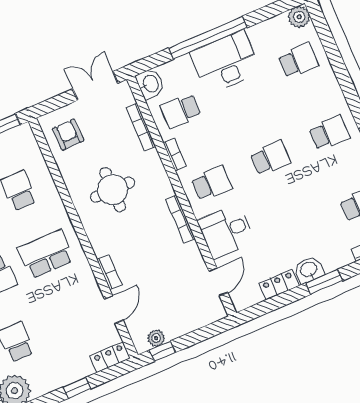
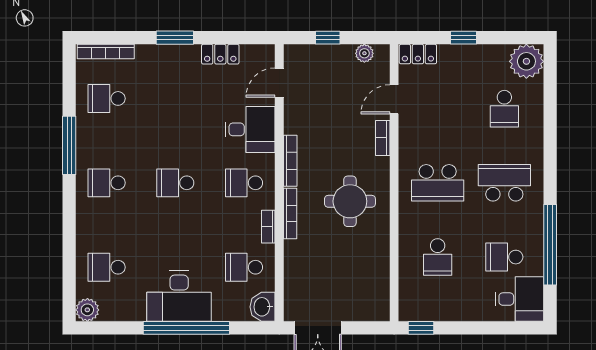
school desk: (181, 111) -> (244, 267), turned 180
bookcase: (141, 127) -> (290, 214), moved
armchair: (68, 135) -> (365, 291), removed
round table: (113, 190) -> (350, 201), moved
washbasin: (309, 270) -> (185, 56), removed
window: (162, 351) -> (328, 38), moved

